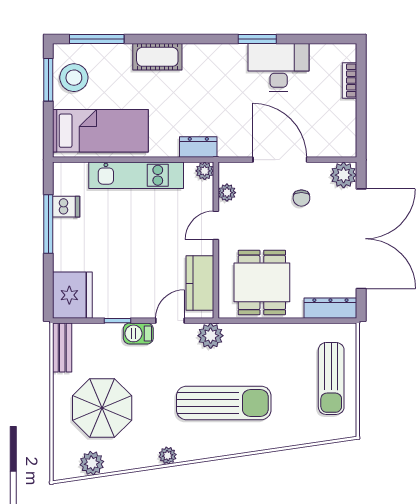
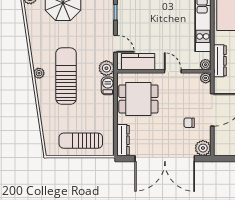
dresser: (198, 147) -> (220, 61), width x1.44
plant: (227, 193) -> (206, 78), moved
barbecue: (138, 333) -> (108, 86), moved
sun lounger: (224, 403) -> (66, 76), turned 180
plant: (168, 456) -> (39, 73), moved

